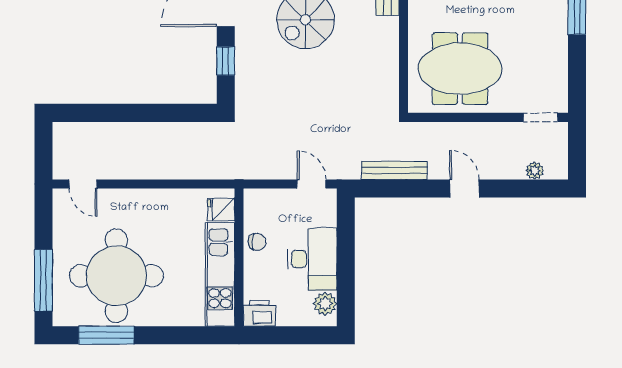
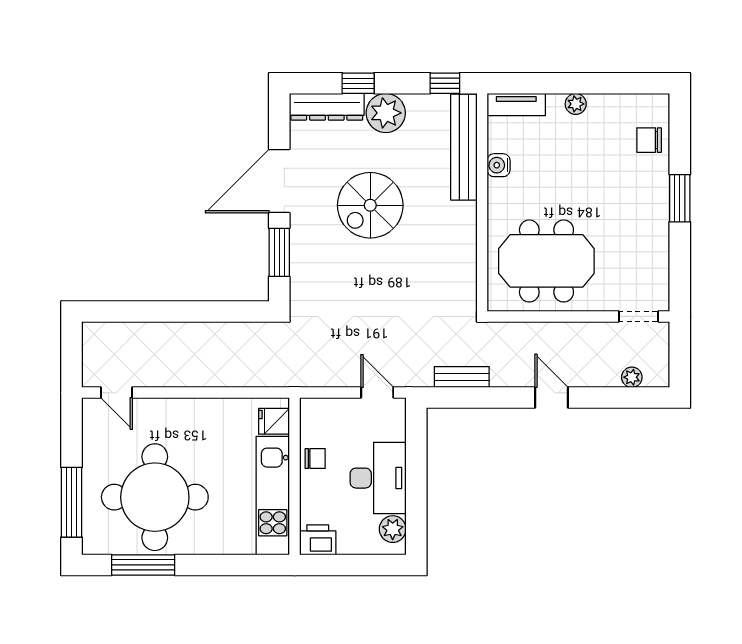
window: (226, 61) -> (279, 252), width x1.50
bench: (394, 170) -> (462, 377), width x0.73

